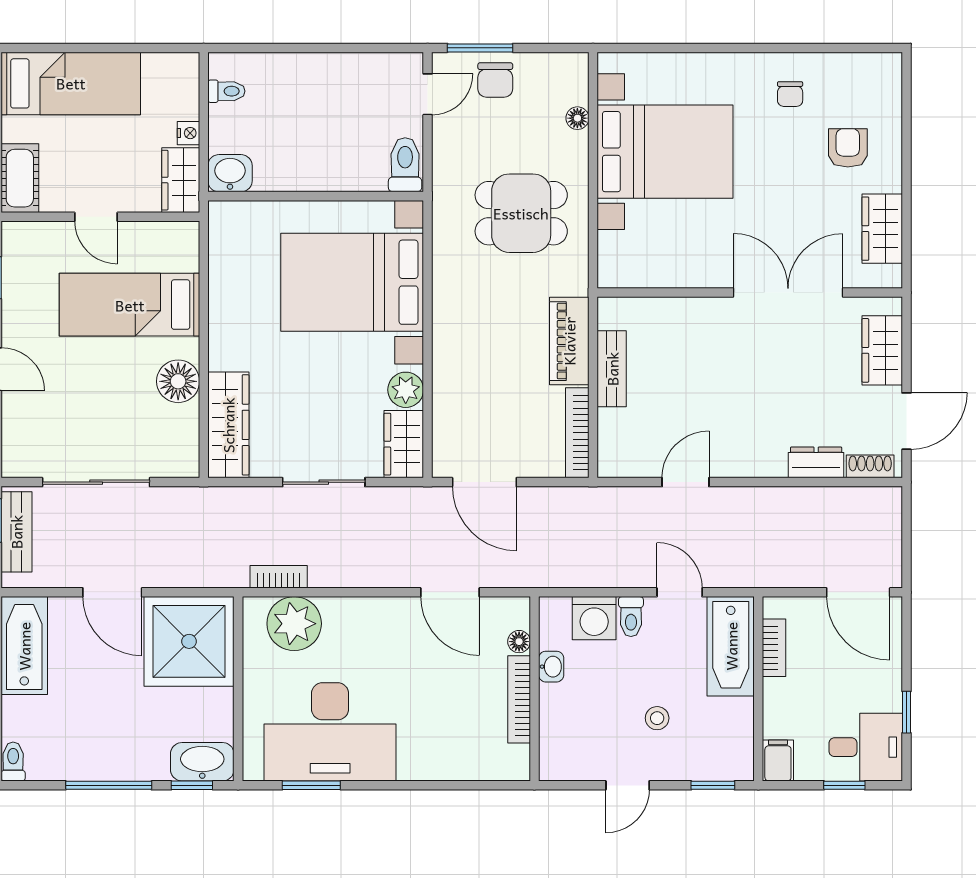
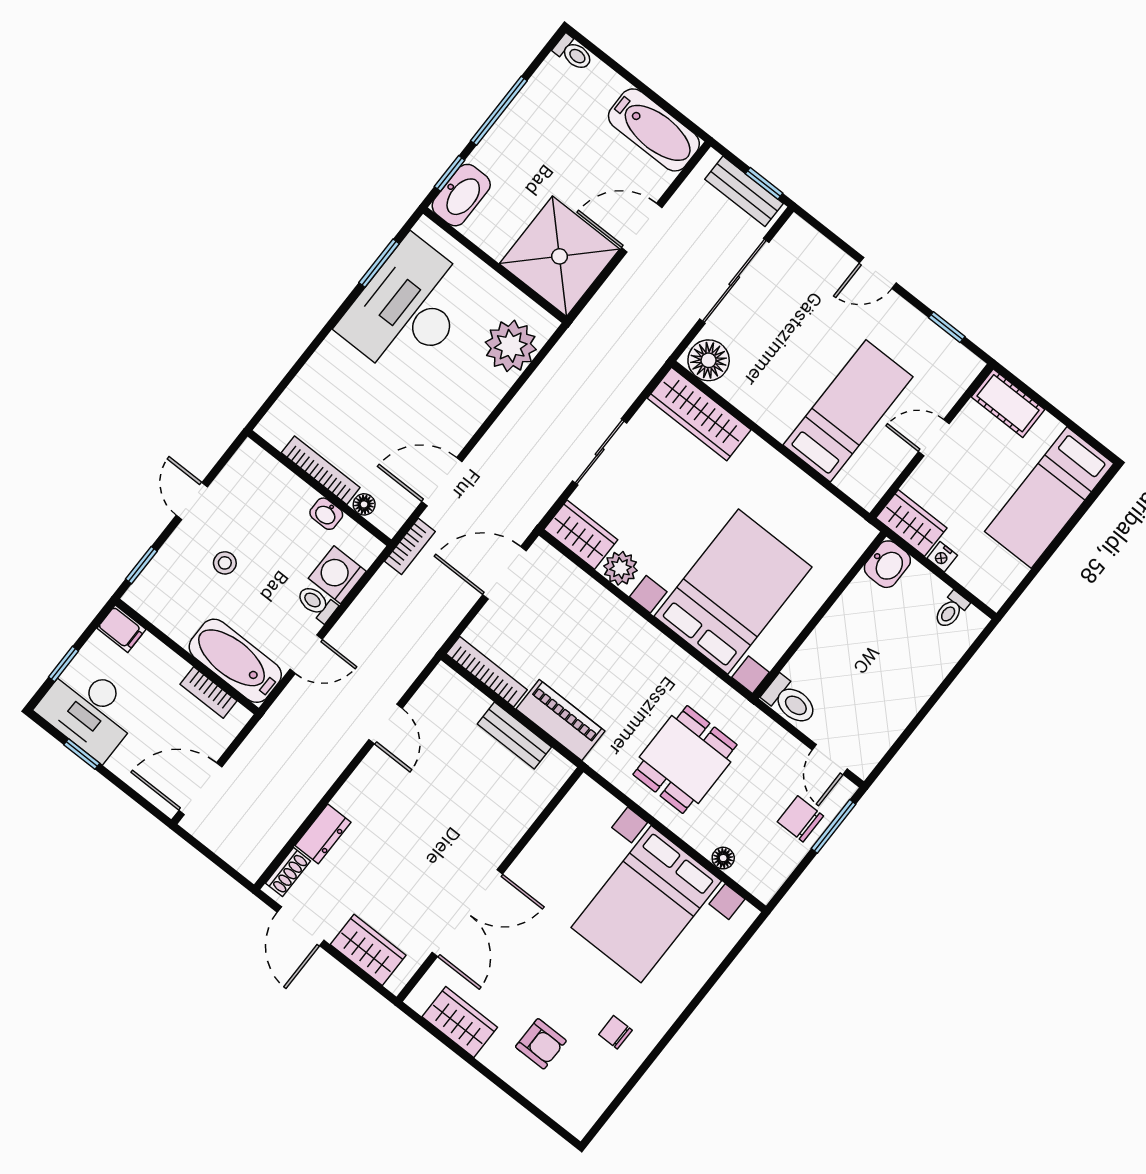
floor lamp: (178, 381) -> (709, 360), moved
bookcase: (279, 577) -> (410, 546), moved
desk: (866, 747) -> (89, 710), width x1.37

